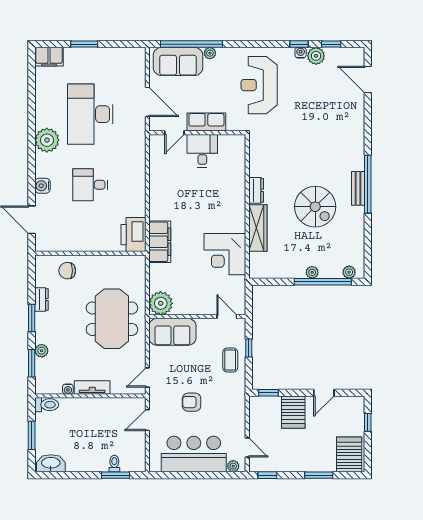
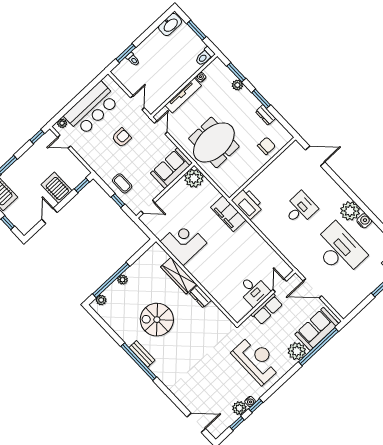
plant: (210, 53) -> (297, 351), width x1.87, depth x1.87
water cooler: (42, 186) -> (364, 221), moved
meeting table: (112, 319) -> (214, 142), turned 90
tv unit: (92, 388) -> (183, 95), width x1.41

